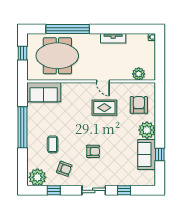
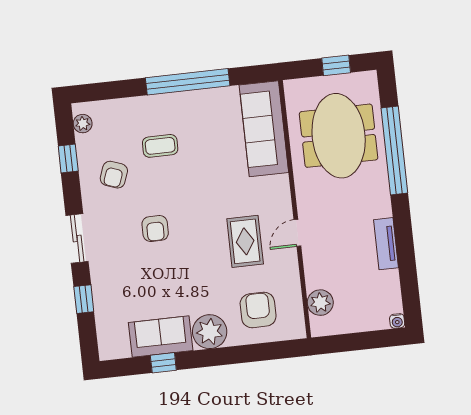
sofa: (44, 92) -> (264, 129), width x1.36
armchair: (139, 105) -> (258, 310), turned -90
plant: (37, 177) -> (83, 124), width x0.53, depth x0.53

